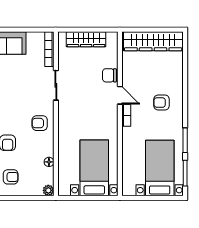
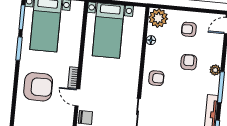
armchair: (162, 103) -> (38, 87), width x1.88, depth x1.88
plant: (48, 190) -> (158, 18), width x1.87, depth x1.87

